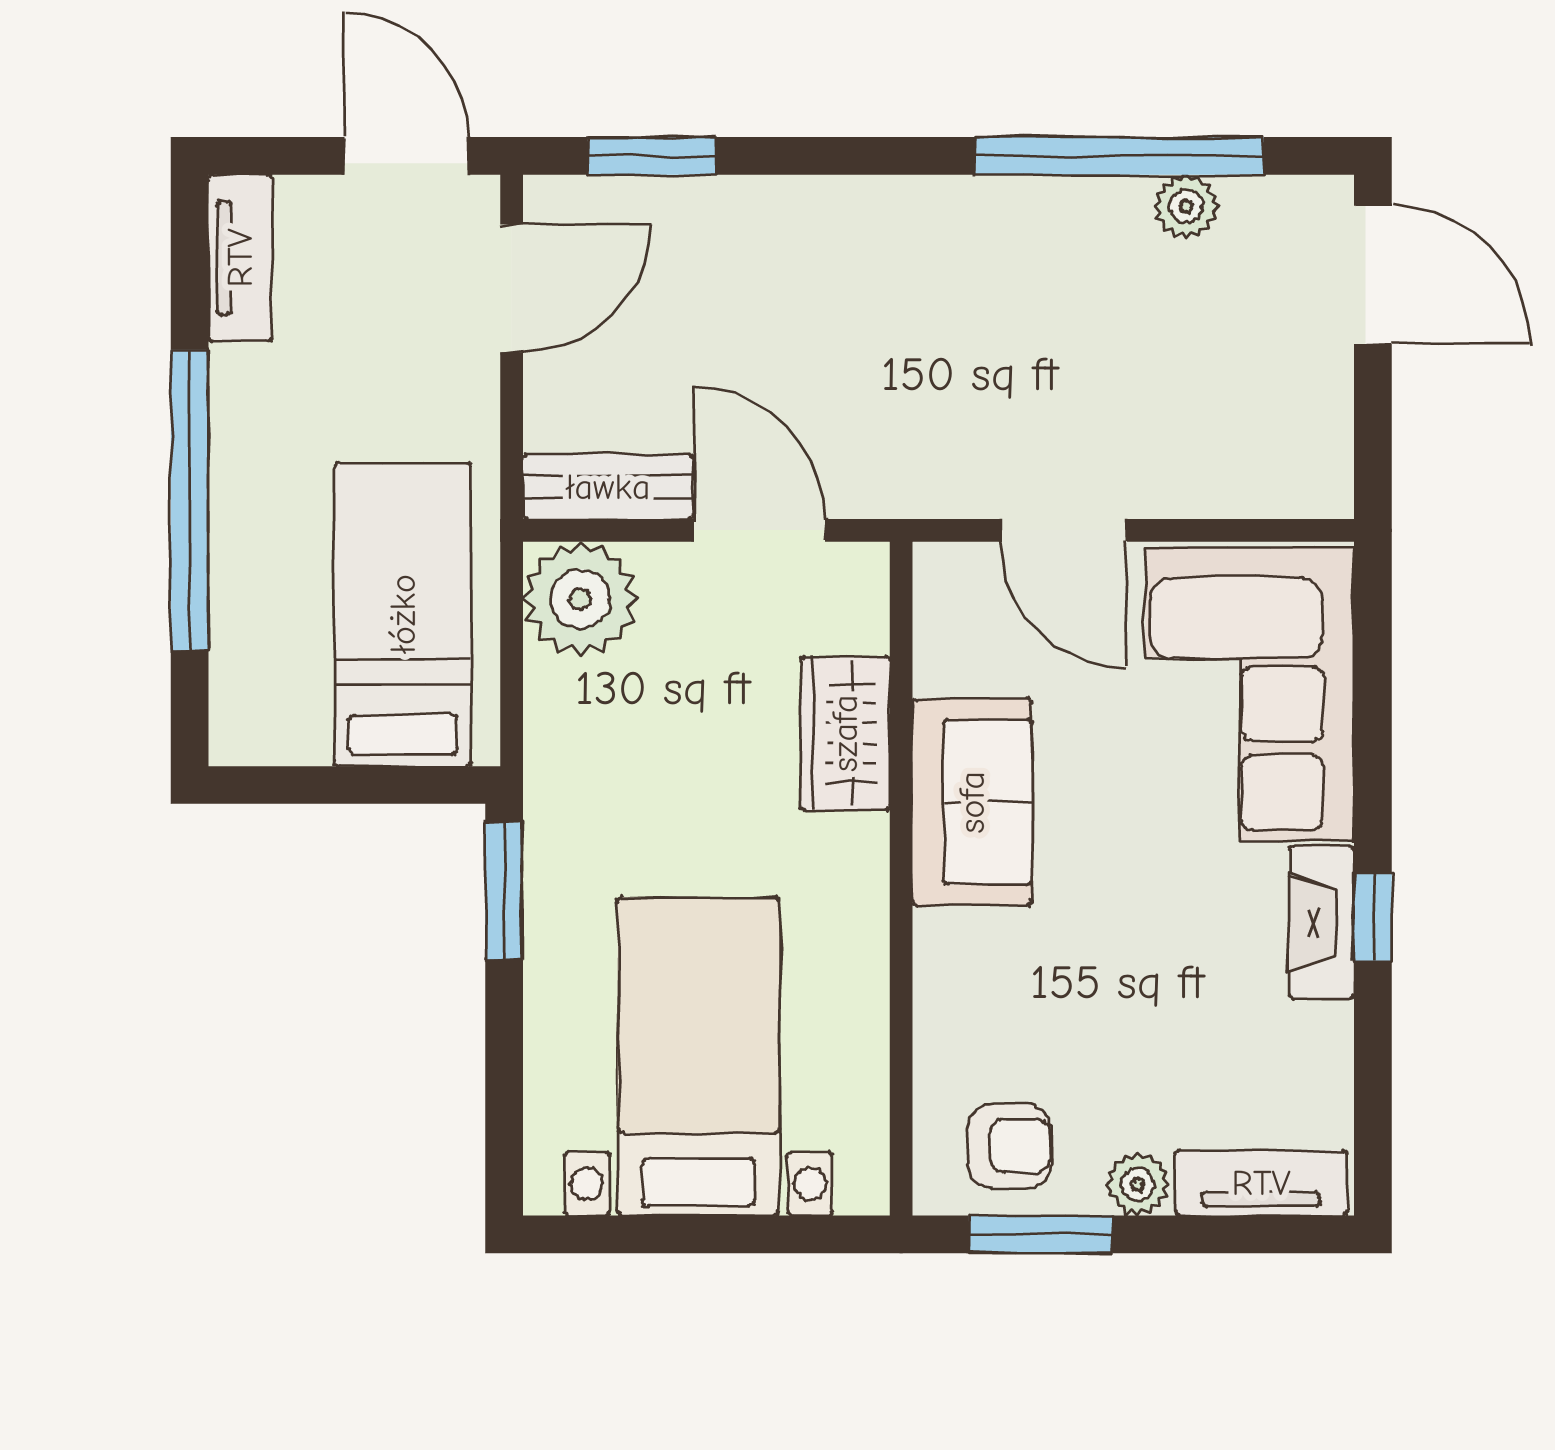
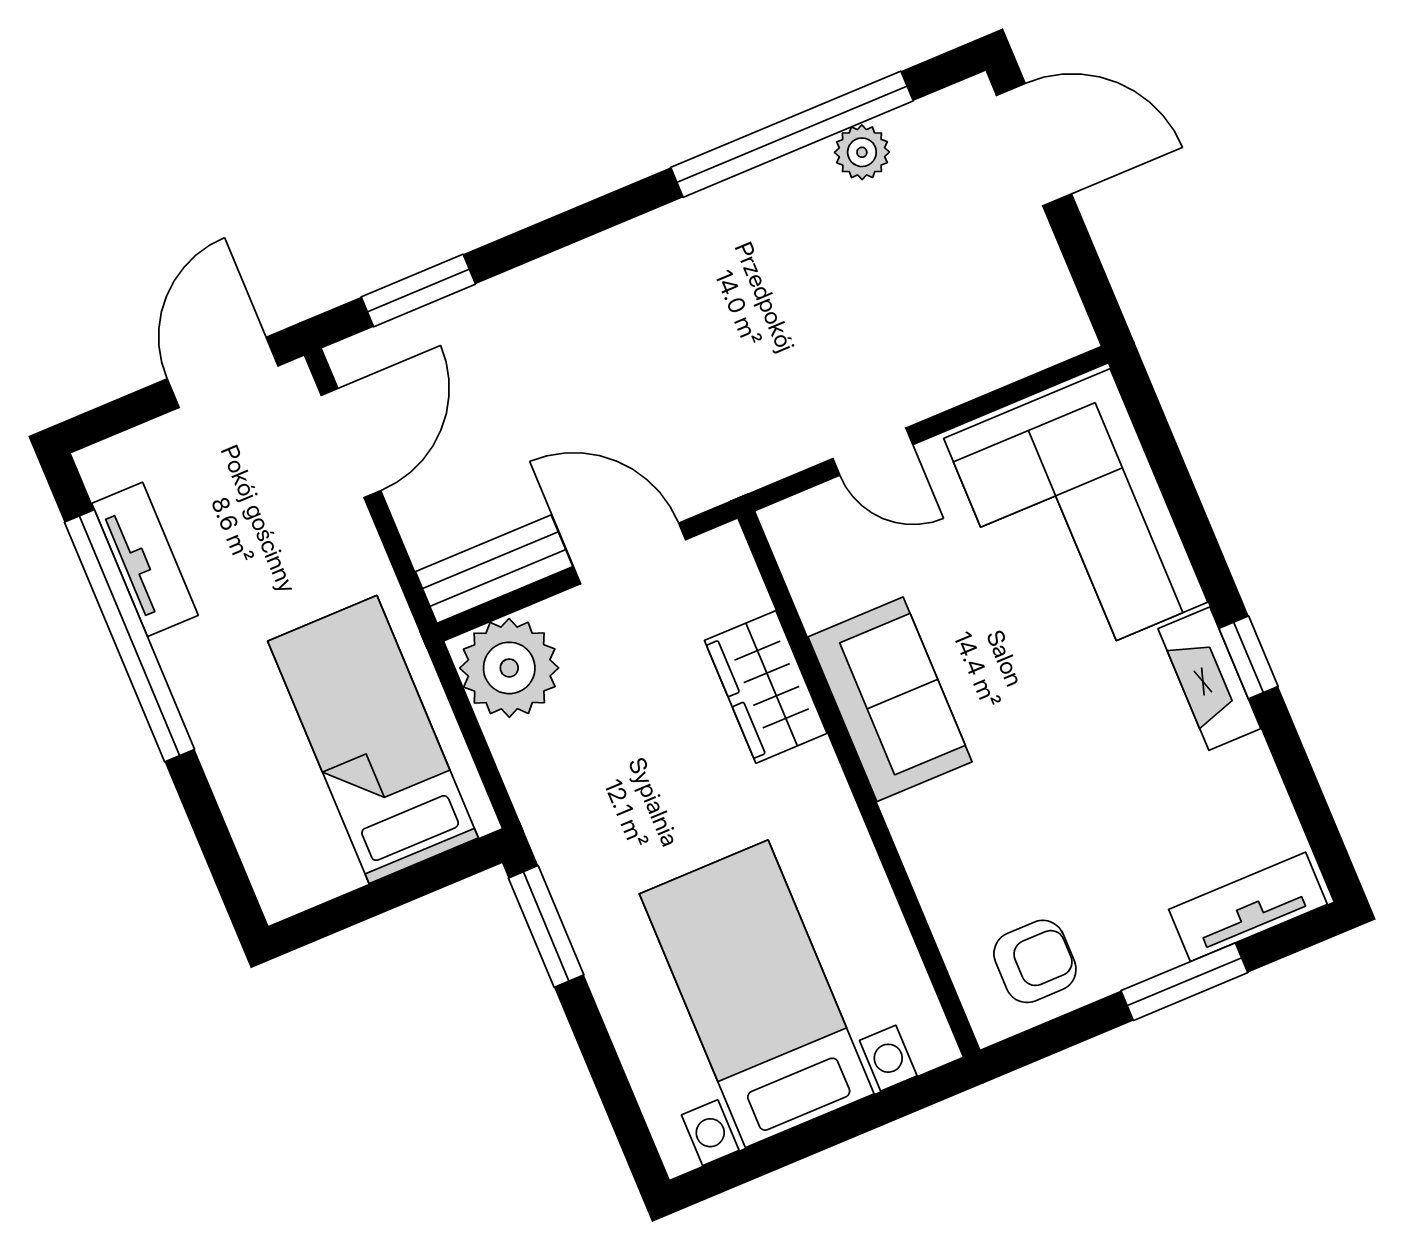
door: (406, 156) -> (223, 372), hinge flipped
tv unit: (240, 258) -> (145, 559), moved
window: (190, 500) -> (129, 636), moved
door: (1064, 530) -> (873, 452), width x0.73
plant: (1138, 1184) -> (1150, 949), removed
window: (1040, 1234) -> (1184, 982), moved

